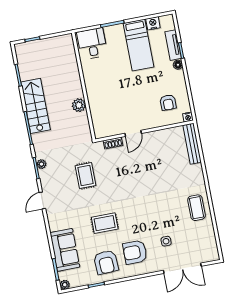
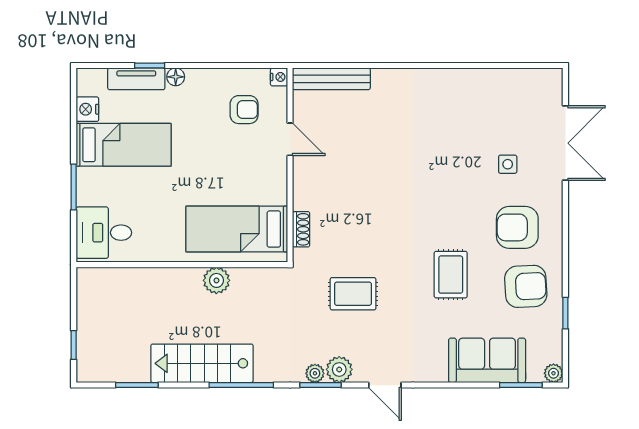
bed: (107, 110) -> (237, 229), added
door: (133, 133) -> (290, 139), moved
plant: (46, 176) -> (339, 369), added
coffee table: (197, 208) -> (455, 94), removed
armchair: (135, 252) -> (517, 227), turned 90

